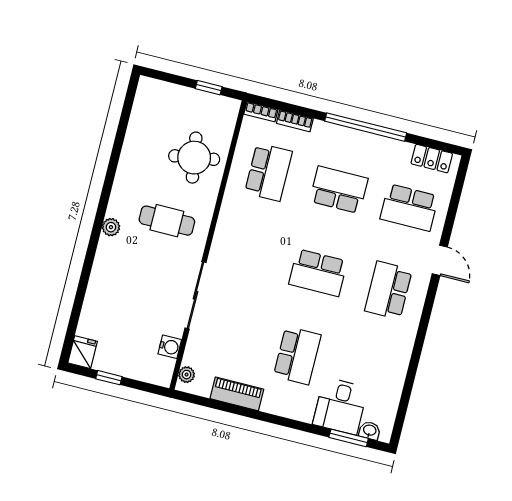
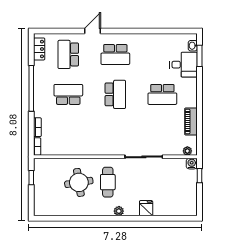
round table: (194, 158) -> (79, 182), moved
school desk: (268, 172) -> (68, 134), removed
school desk: (339, 190) -> (68, 94), turned 90
school desk: (409, 207) -> (68, 54), turned 180
water cooler: (170, 347) -> (192, 164), moved
fridge: (83, 352) -> (146, 208), moved, turned 90
school desk: (297, 356) -> (162, 94), turned 180
window: (109, 378) -> (199, 176), moved

